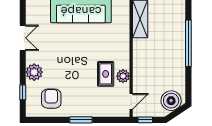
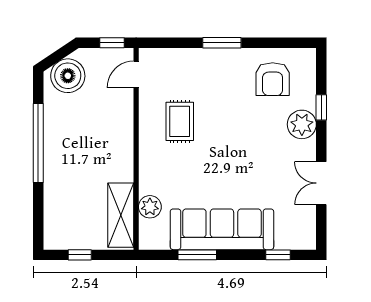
window: (188, 43) -> (38, 143), moved
plant: (123, 76) -> (150, 207), moved
window: (23, 92) -> (321, 107), moved

